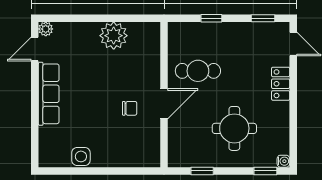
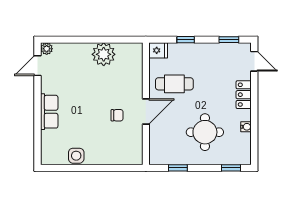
fridge: (179, 31) -> (158, 50), added
row of seats: (49, 94) -> (49, 112), width x0.68
water cooler: (283, 161) -> (246, 127), moved

